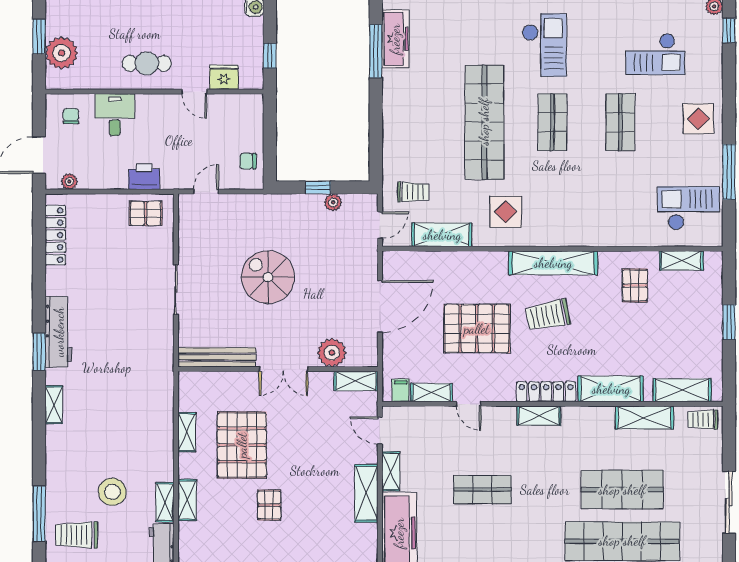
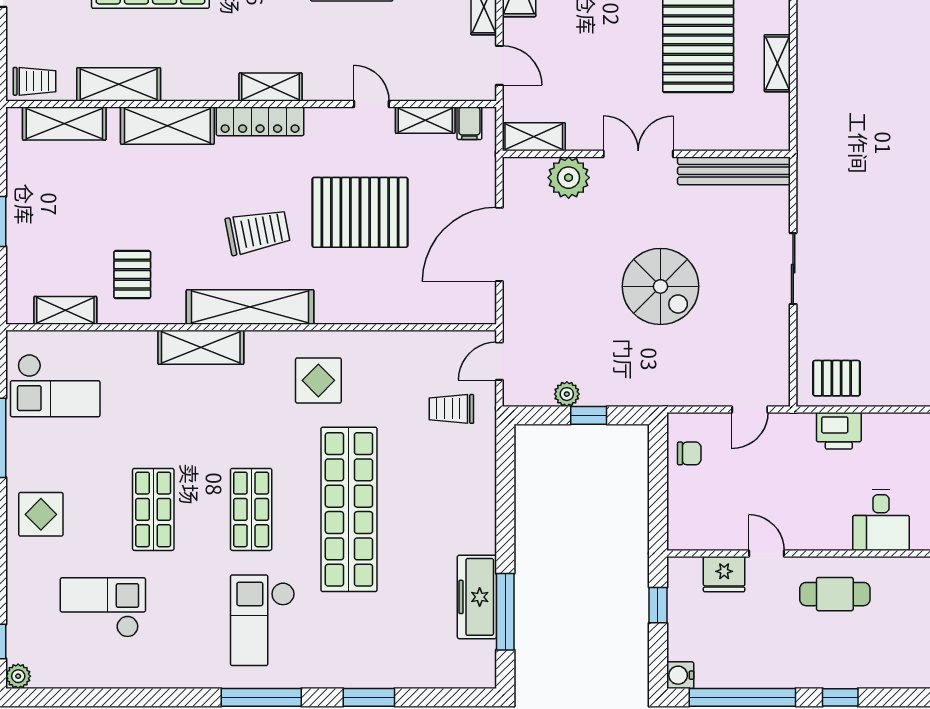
freezer: (395, 39) -> (477, 597), moved
shelving: (442, 235) -> (201, 347), moved

